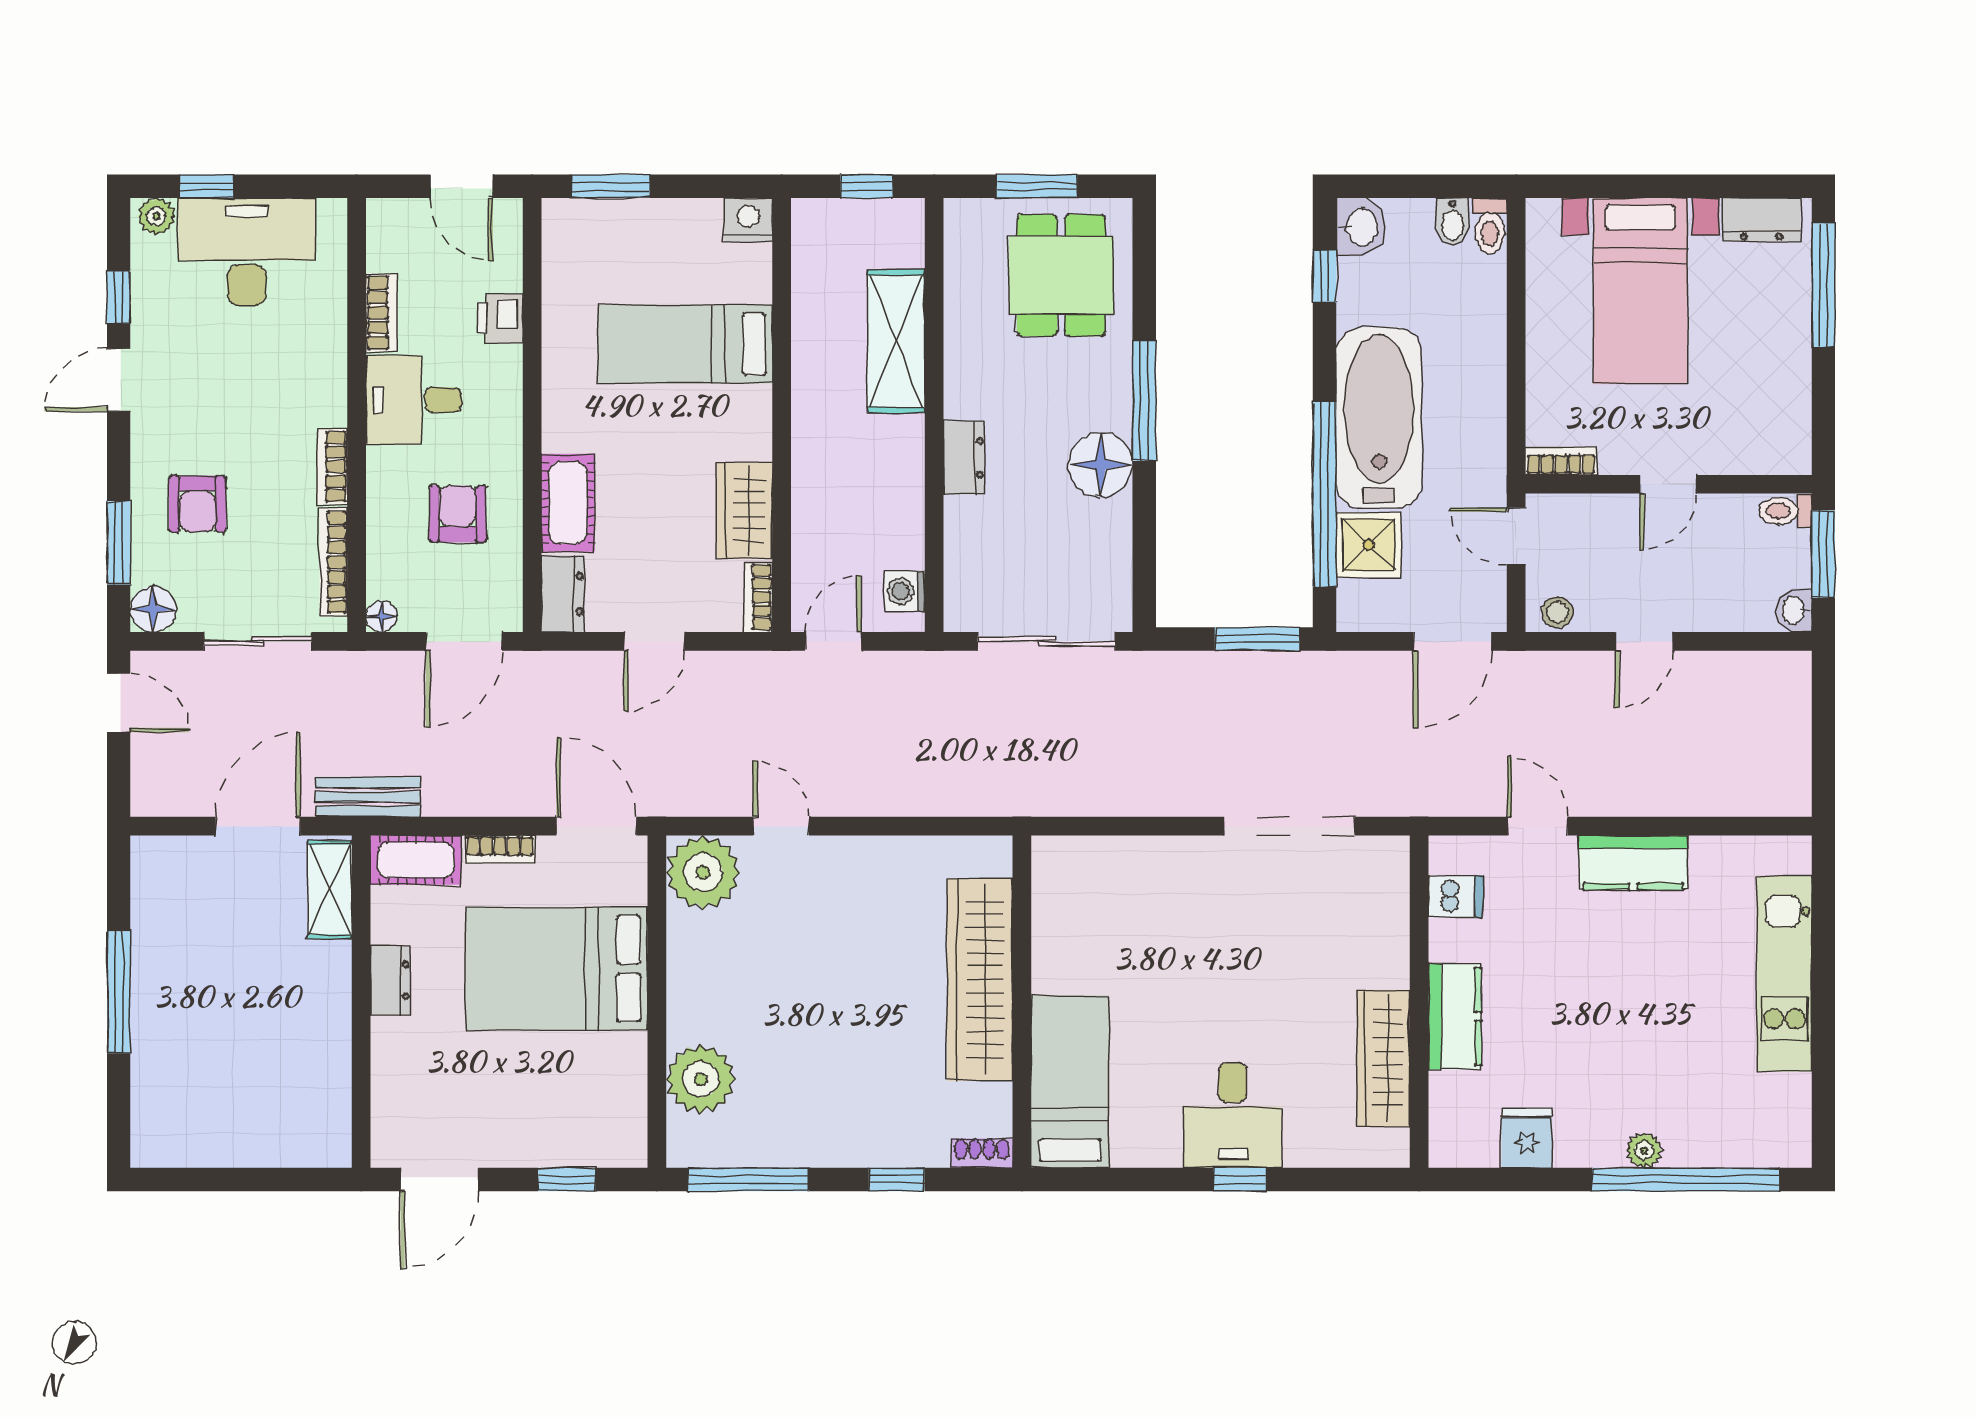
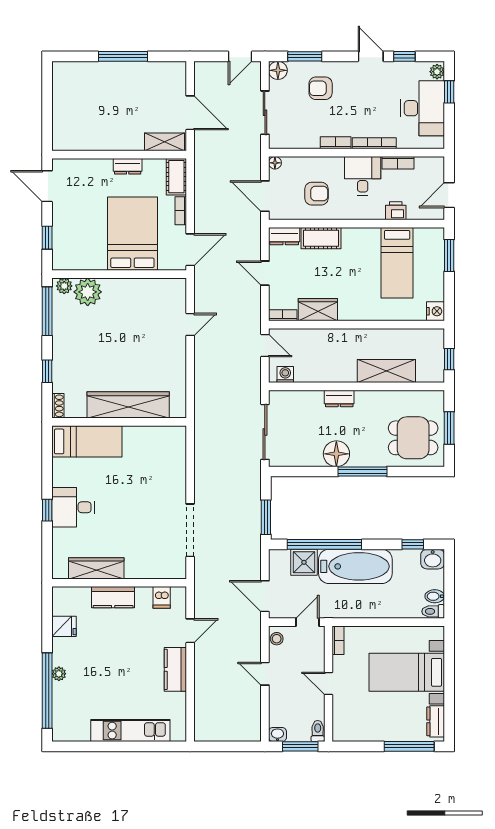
bed: (685, 344) -> (397, 263), moved, turned 180
bookcase: (334, 562) -> (374, 143), moved
bench: (368, 797) -> (202, 157), removed
plant: (703, 872) -> (64, 286), moved, width x0.53, depth x0.53

